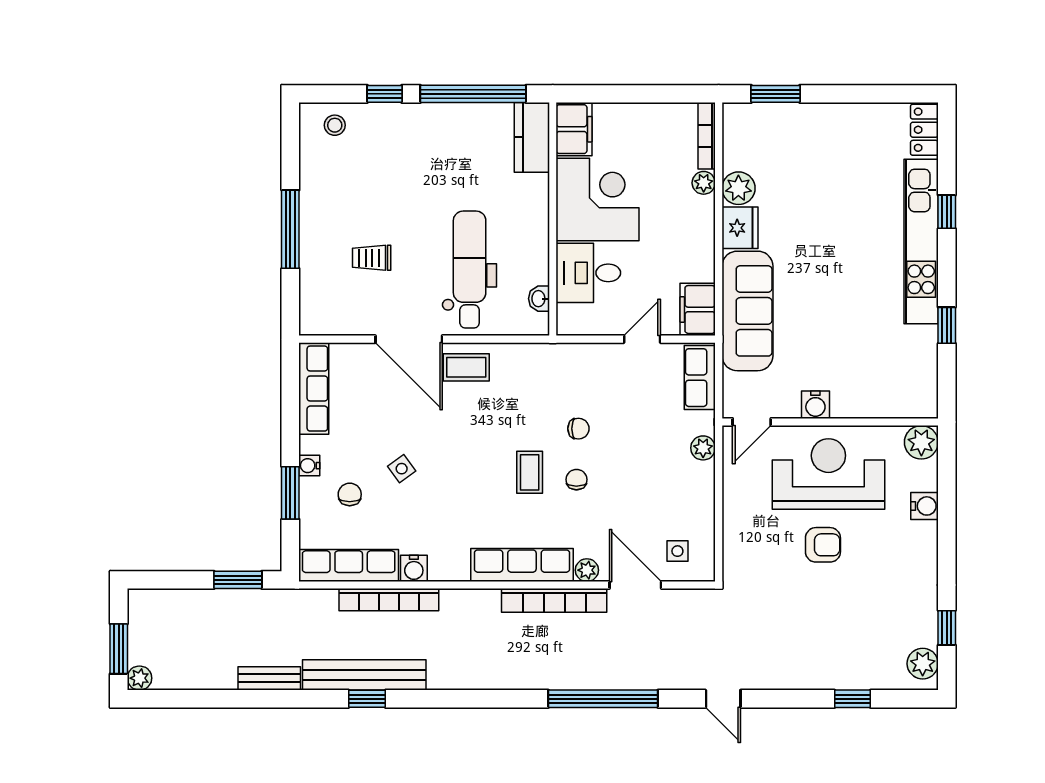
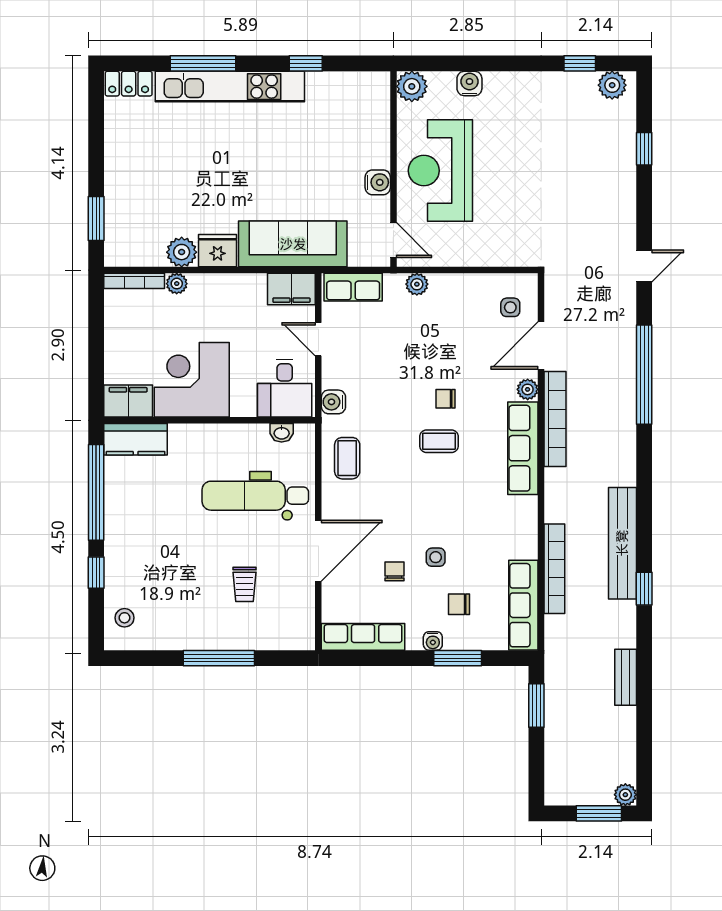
window: (947, 212) -> (203, 63), width x2.17
desk: (588, 273) -> (285, 388), moved
coffee table: (466, 367) -> (347, 458), moved
chair: (578, 429) -> (395, 571), moved
side table: (402, 469) -> (436, 557), turned 36
armchair: (823, 545) -> (505, 176), removed
water cooler: (414, 568) -> (333, 402), moved, turned 180
bench: (364, 675) -> (622, 543), moved

